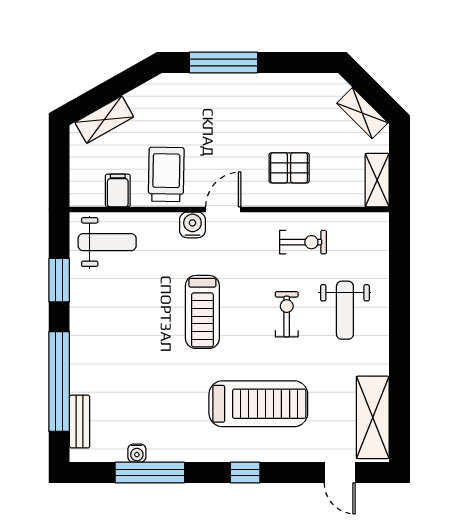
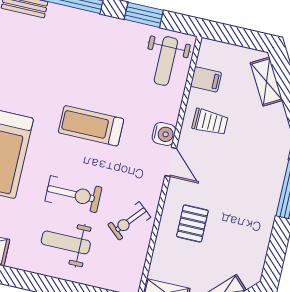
trolley: (166, 174) -> (210, 122), width x0.73, depth x0.72
exercise bike: (303, 242) -> (129, 221), turned 41
exercise bike: (287, 314) -> (73, 194), width x1.38, depth x1.39

